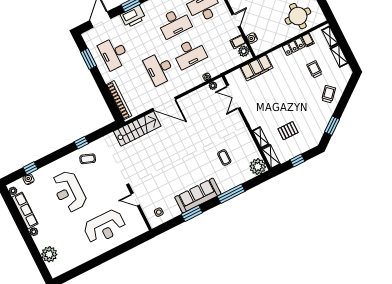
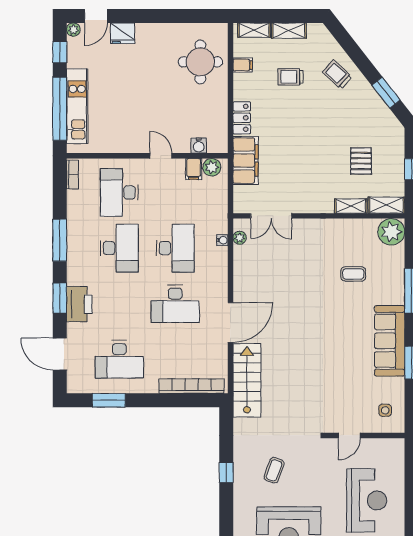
locker: (293, 47) -> (242, 118), moved
coffee table: (88, 159) -> (274, 470), moved

